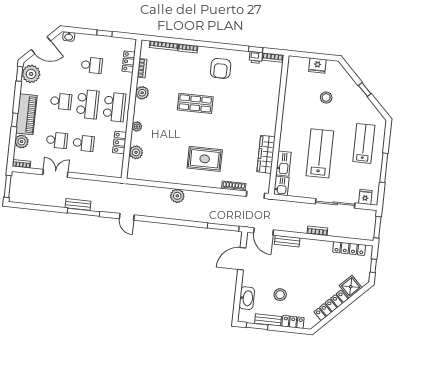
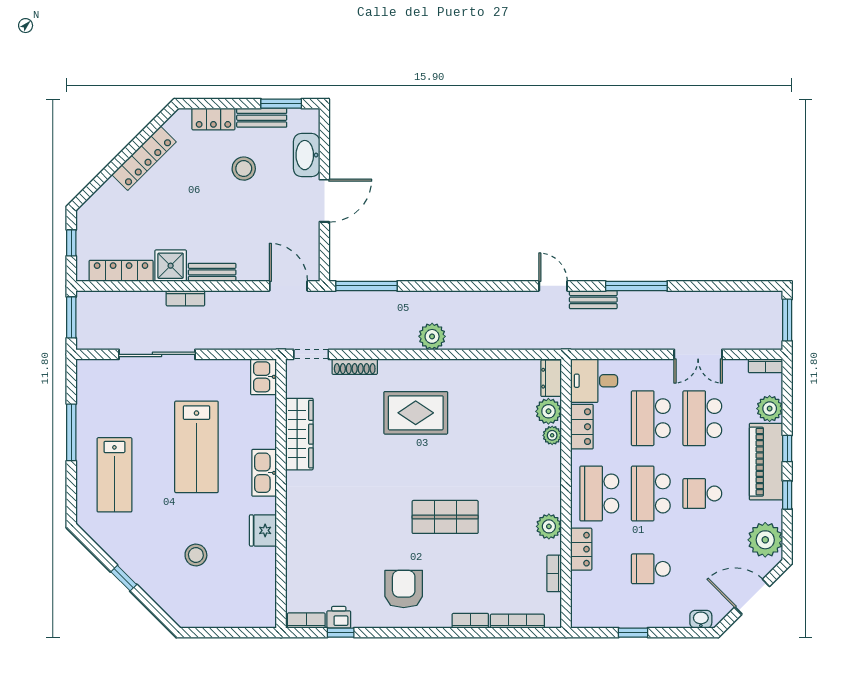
locker: (129, 62) -> (581, 549), moved
fridge: (317, 65) -> (263, 530), moved, turned -90
window: (20, 74) -> (787, 495), moved
plant: (137, 126) -> (552, 435), moved
school desk: (57, 140) -> (702, 418), width x1.85
school desk: (83, 143) -> (651, 418), width x1.85
kitchen sink: (283, 164) -> (264, 473), moved
desk: (111, 166) -> (594, 381), added
dresser: (133, 169) -> (551, 378), added
plant: (177, 196) -> (432, 336), moved
fridge: (365, 197) -> (101, 373), removed
bench: (78, 204) -> (593, 300), moved
bench: (287, 241) -> (212, 272), moved
door: (242, 259) -> (324, 201), moved
shower: (351, 287) -> (171, 266), moved, turned 45

